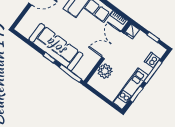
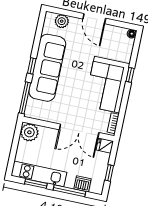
plant: (27, 21) -> (62, 21), added
double door: (113, 45) -> (79, 131), swing flipped
plant: (105, 71) -> (29, 132), moved

